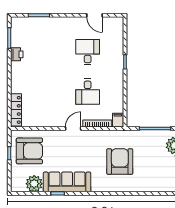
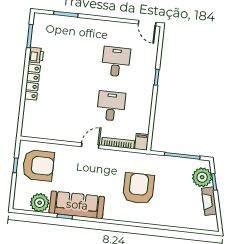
door: (95, 15) -> (147, 23), moved
desk: (88, 92) -> (111, 106), turned 180
locker: (16, 110) -> (32, 82), moved

